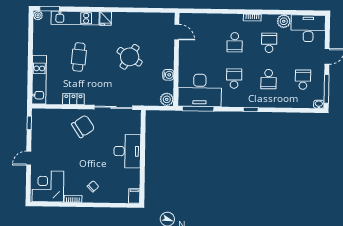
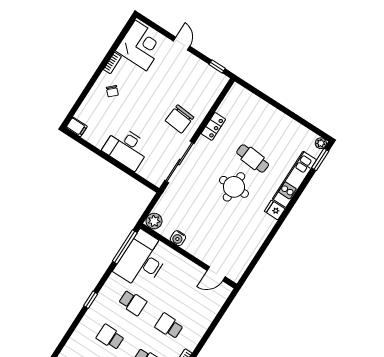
round table: (130, 57) -> (234, 187), moved, turned -32
kitchen unit: (39, 80) -> (255, 104), removed
chair: (83, 126) -> (179, 119), turned 39

